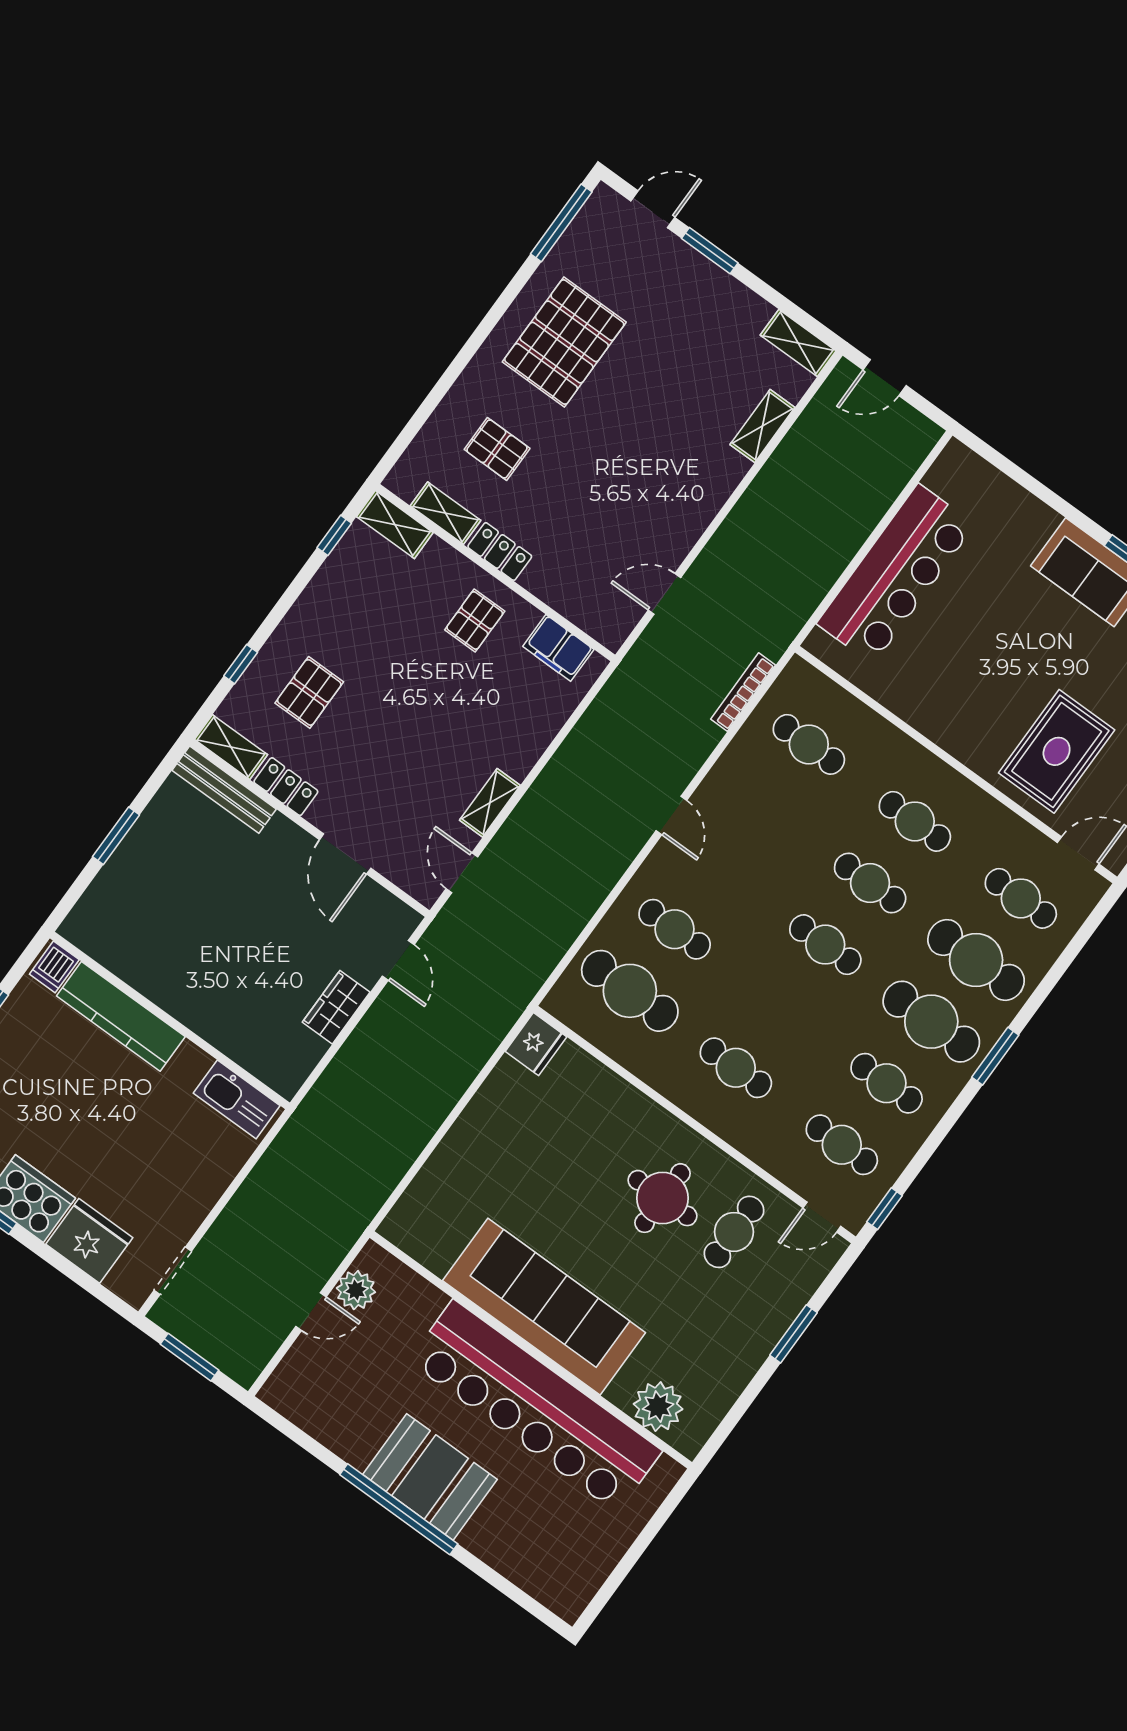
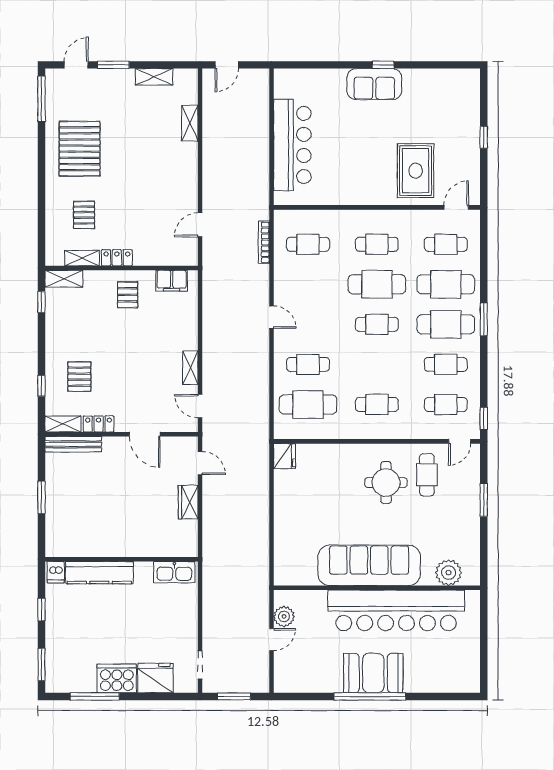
shelving: (798, 343) -> (154, 77), moved
pallet: (497, 449) -> (84, 215), turned 90
cafe table: (870, 883) -> (377, 284), width x1.37, depth x1.35

